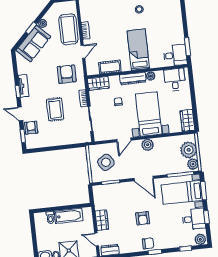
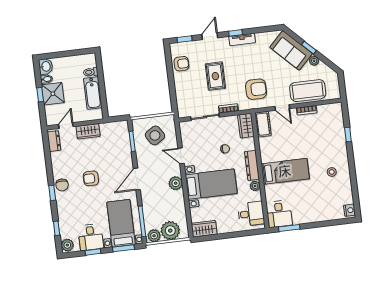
cot: (110, 67) -> (263, 124), moved
rug: (55, 109) -> (215, 76), turned 90
armchair: (31, 128) -> (181, 64), moved

